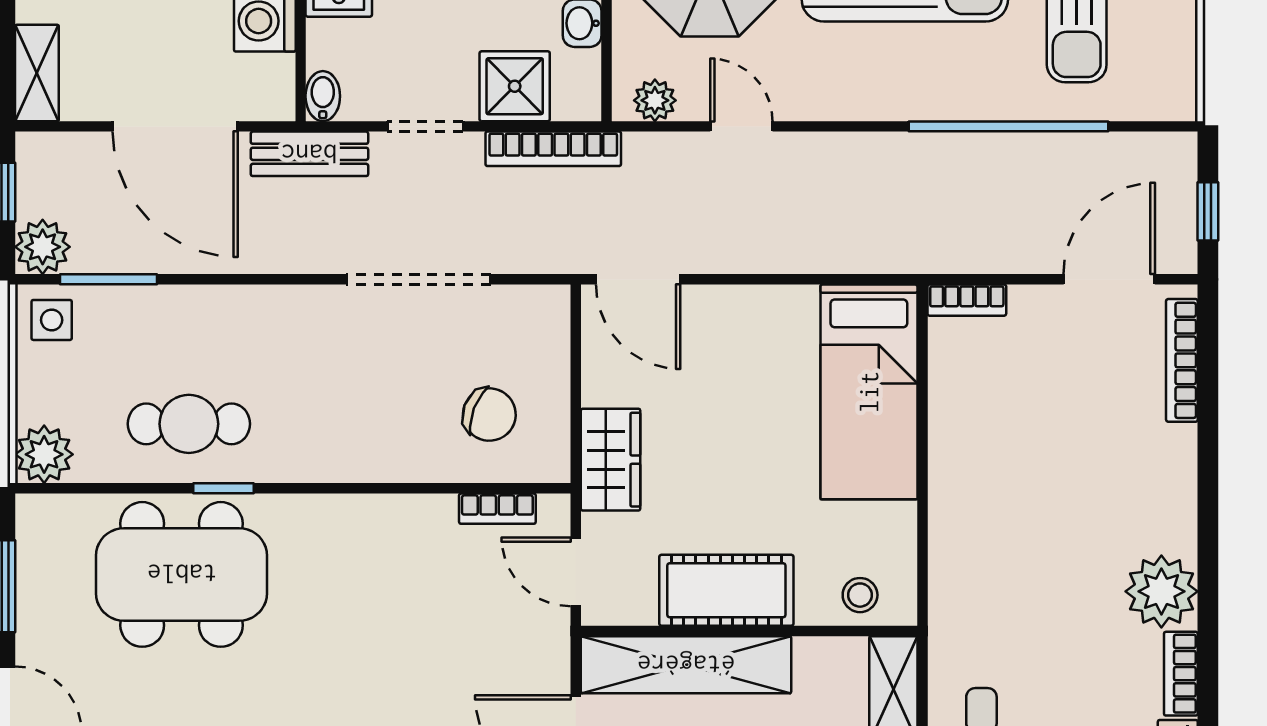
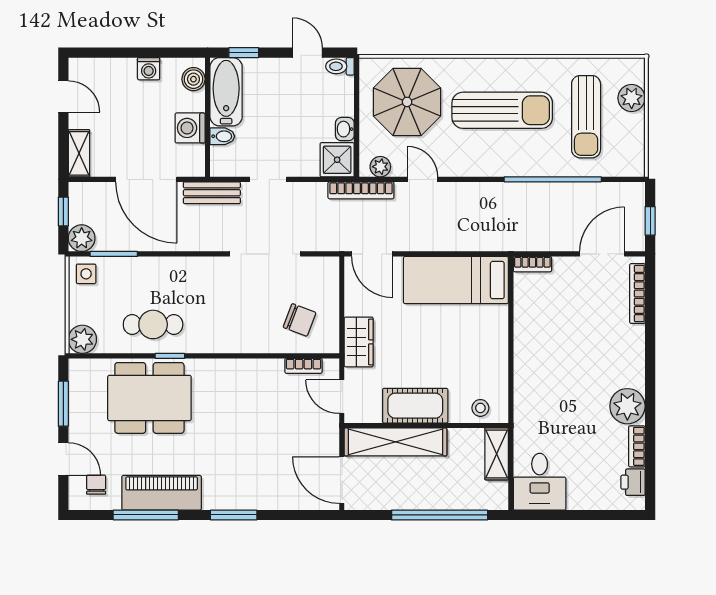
shower: (515, 86) -> (337, 160), moved
bidet: (323, 96) -> (222, 136), moved, turned 90
bookcase: (553, 149) -> (361, 190), moved
bed: (869, 392) -> (456, 280), moved, turned 90

